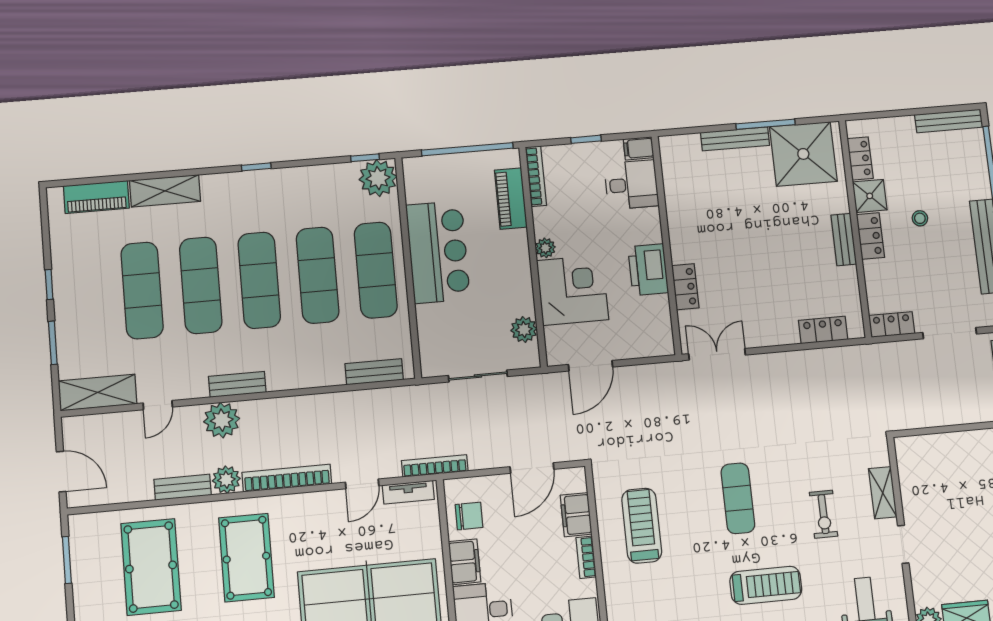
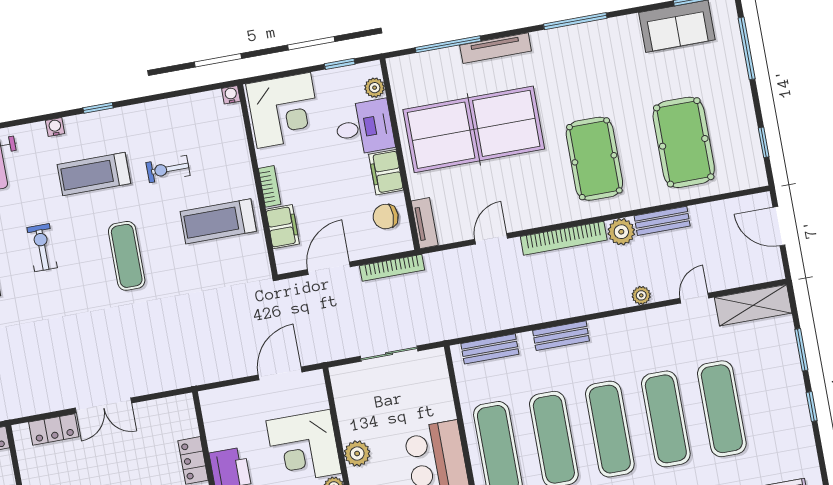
plant: (524, 329) -> (357, 453), moved
double door: (717, 354) -> (103, 406), moved
bench: (237, 384) -> (561, 336), moved
plant: (222, 420) -> (641, 295), width x0.53, depth x0.53
bookcase: (435, 466) -> (392, 268), moved
tv unit: (408, 492) -> (425, 223), moved, turned 90
treadmill: (642, 526) -> (218, 221), turned 90
window: (67, 560) -> (764, 142), width x0.67
exercise bike: (689, 584) -> (168, 169), added

